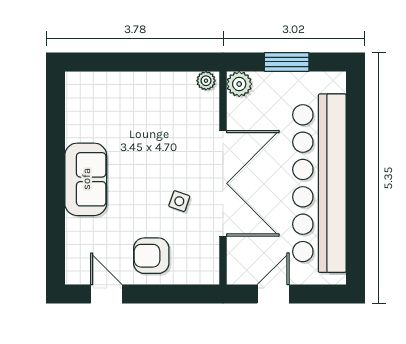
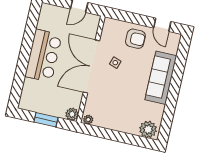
plant: (88, 88) -> (148, 129), added
sofa: (86, 179) -> (161, 78), width x1.36
bar counter: (319, 183) -> (43, 56), width x0.54

